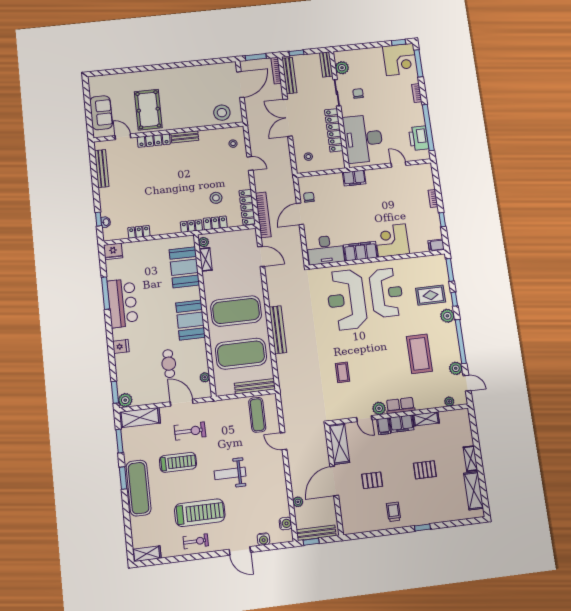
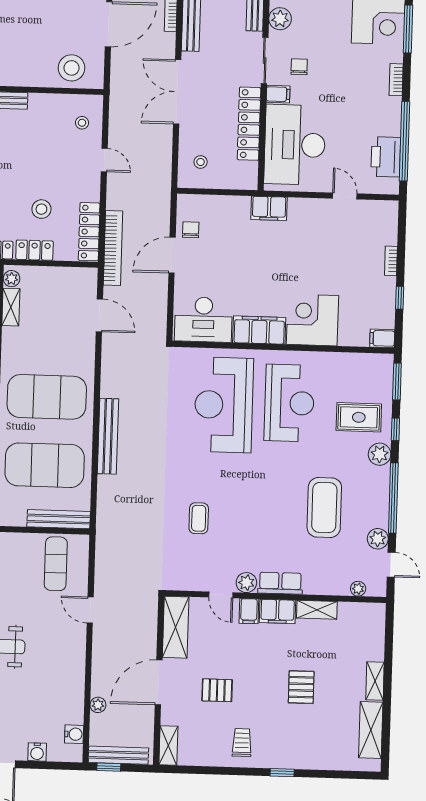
filing cabinet: (348, 111) -> (278, 94), added
pallet: (425, 470) -> (301, 687), turned 90
shelving: (347, 521) -> (168, 746), added

